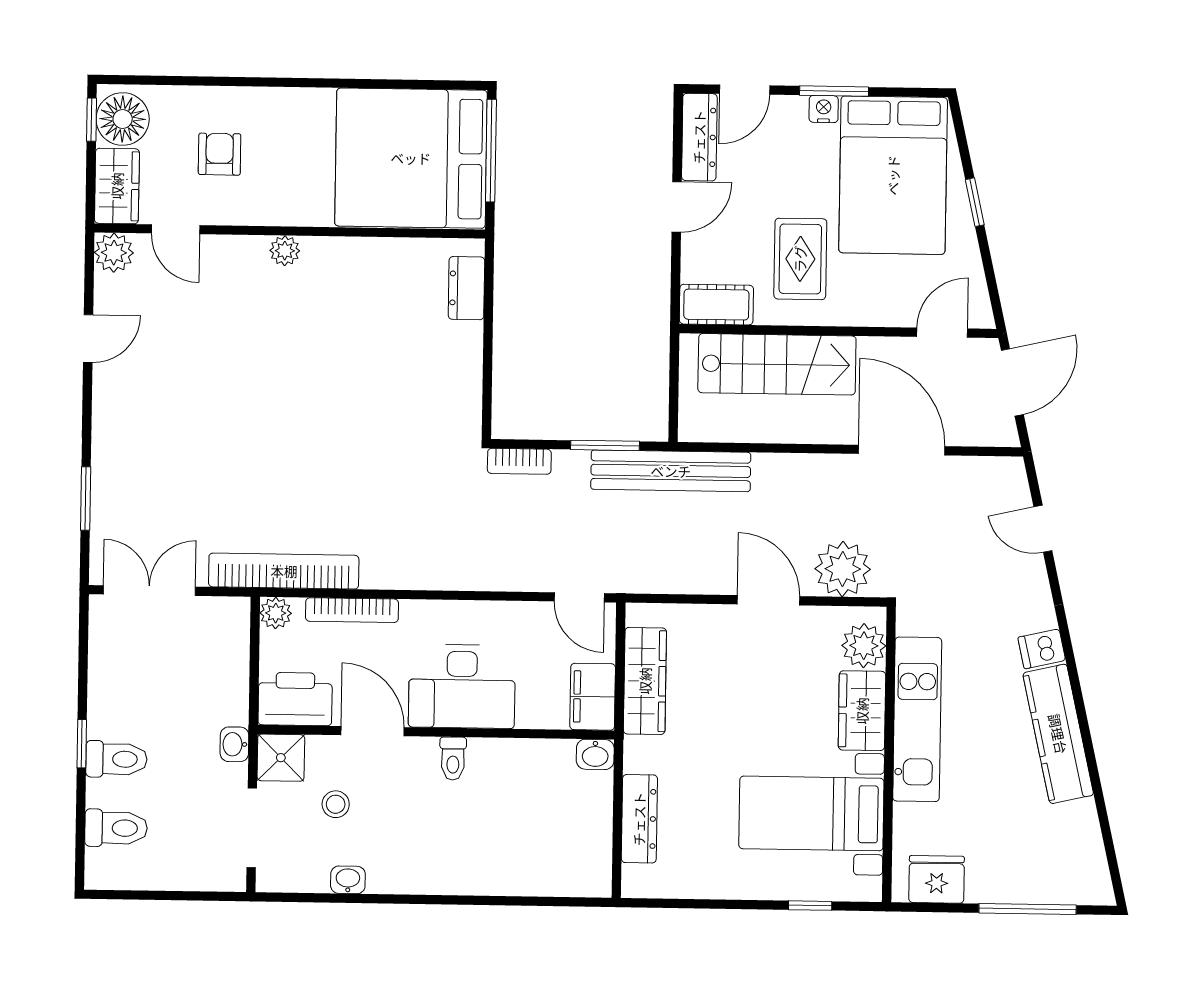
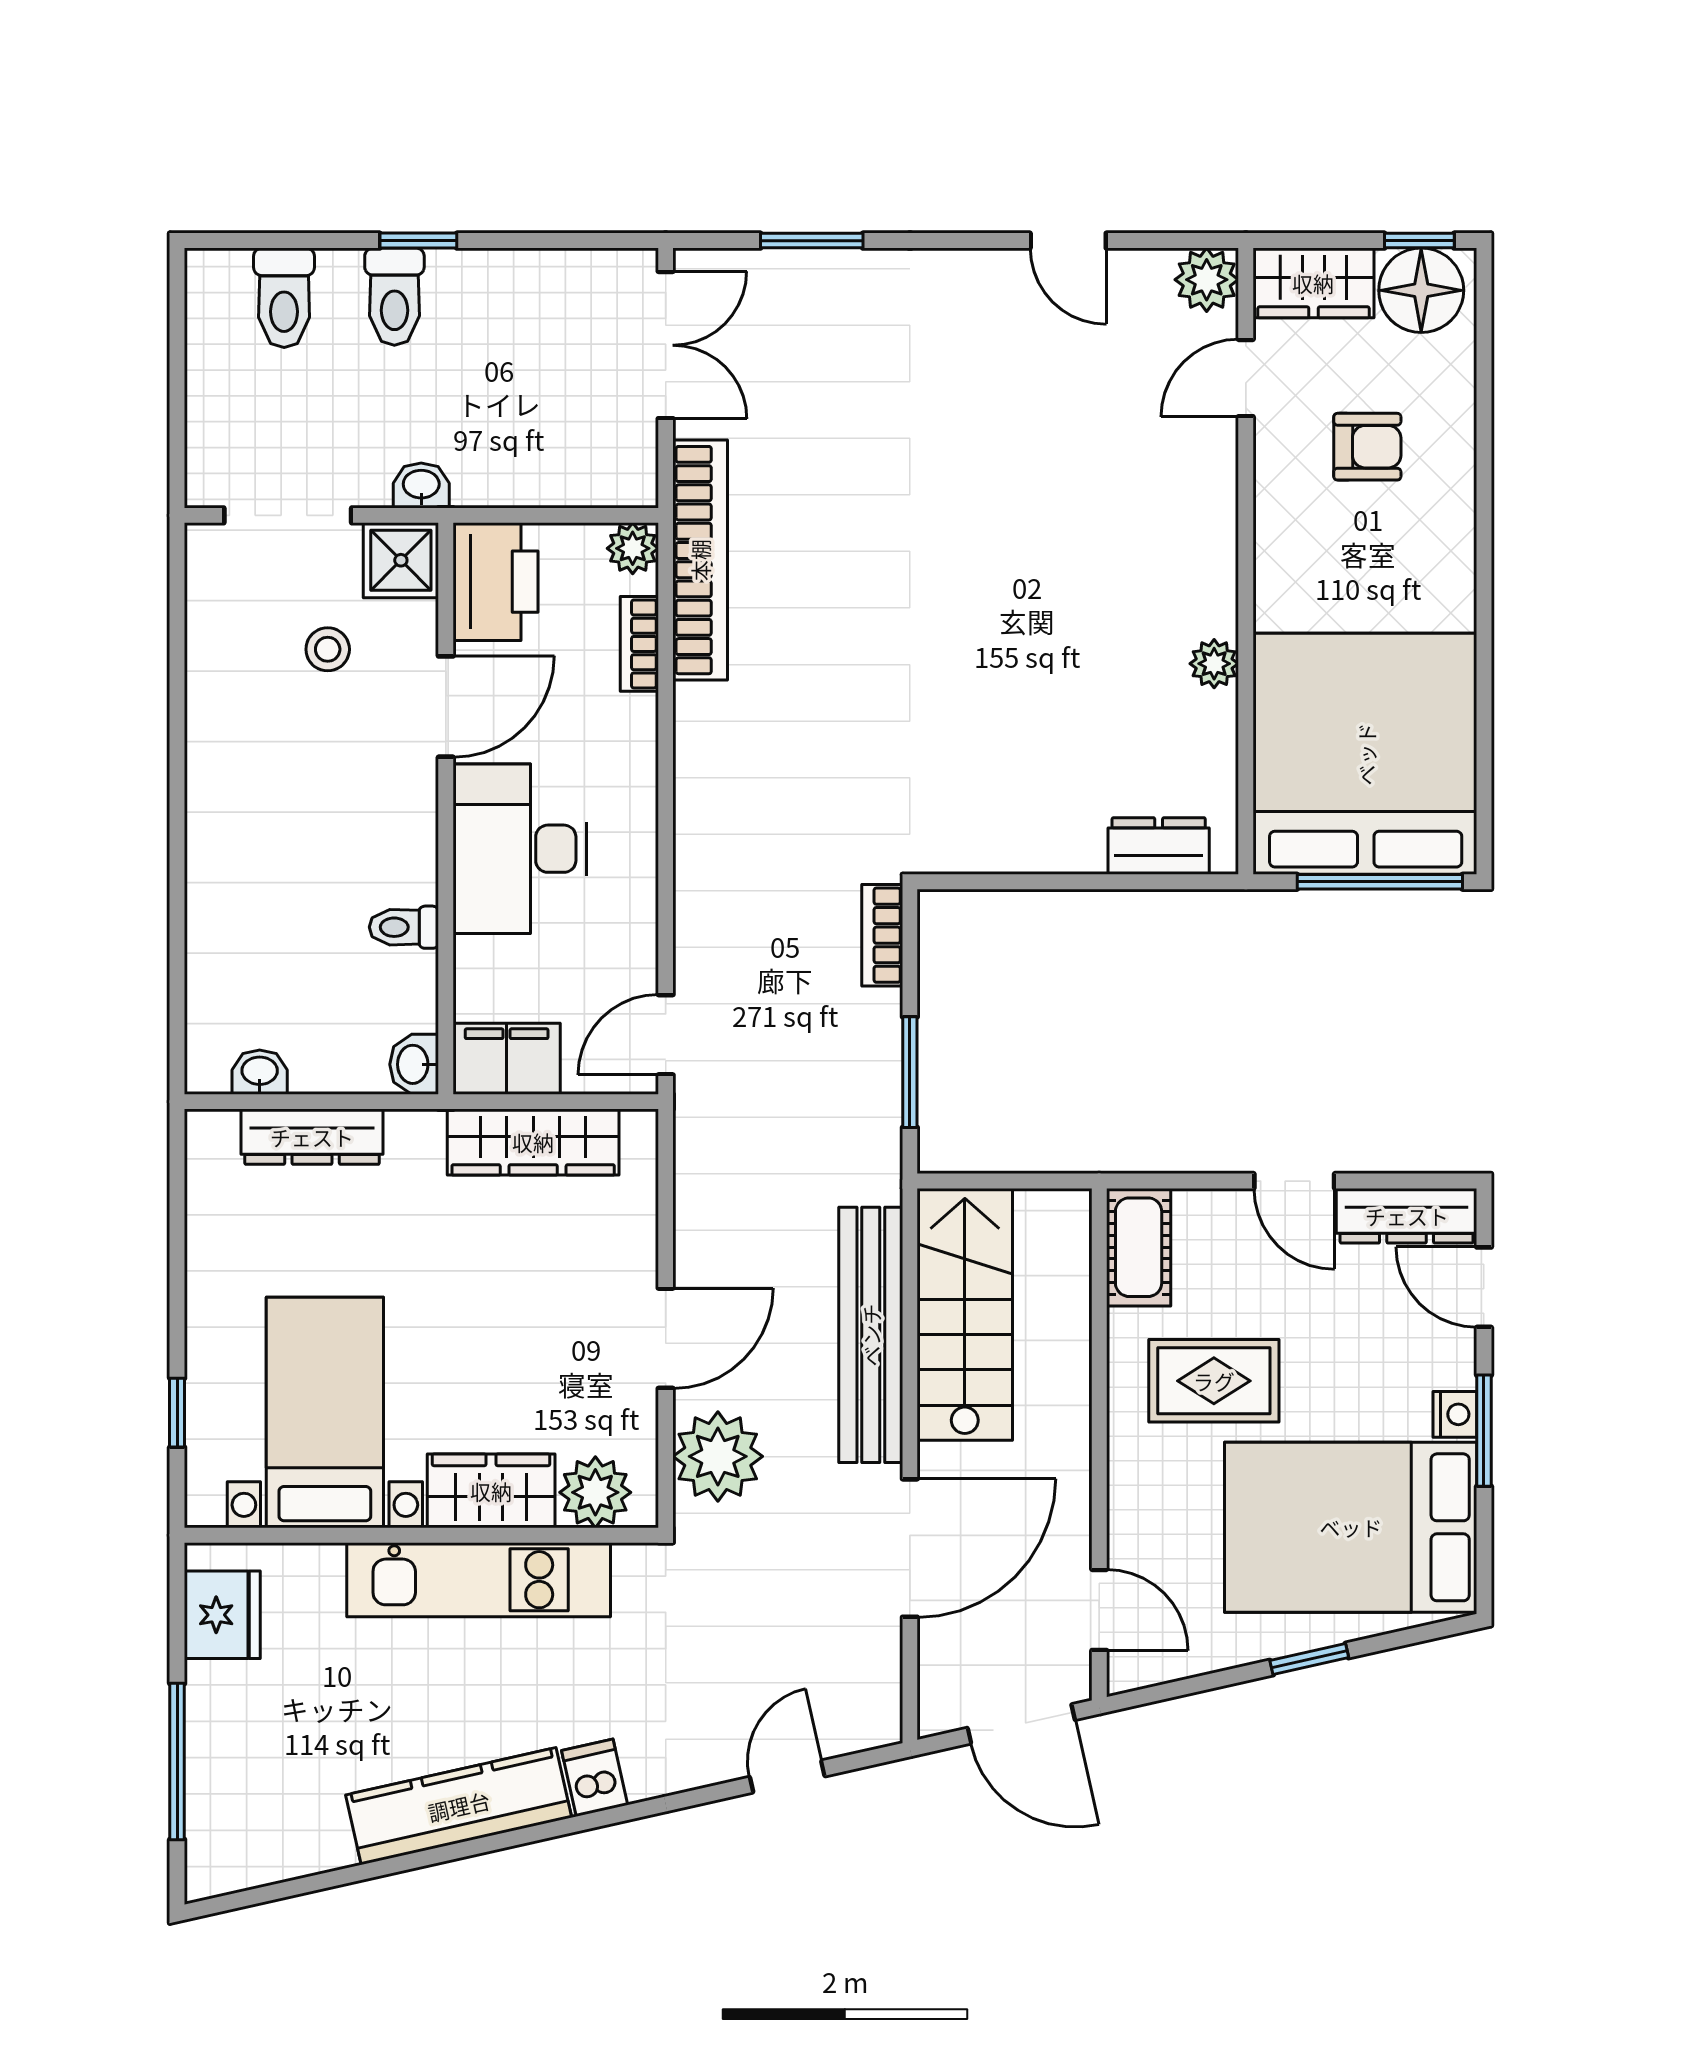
plant: (285, 251) -> (1214, 664), moved
stairs: (777, 364) -> (965, 1314), moved, turned 180
bench: (671, 471) -> (871, 1335), moved
bookcase: (352, 610) -> (639, 644), width x0.64
toilet: (453, 759) -> (404, 927), moved
washbasin: (348, 880) -> (260, 1072), moved, turned -90

